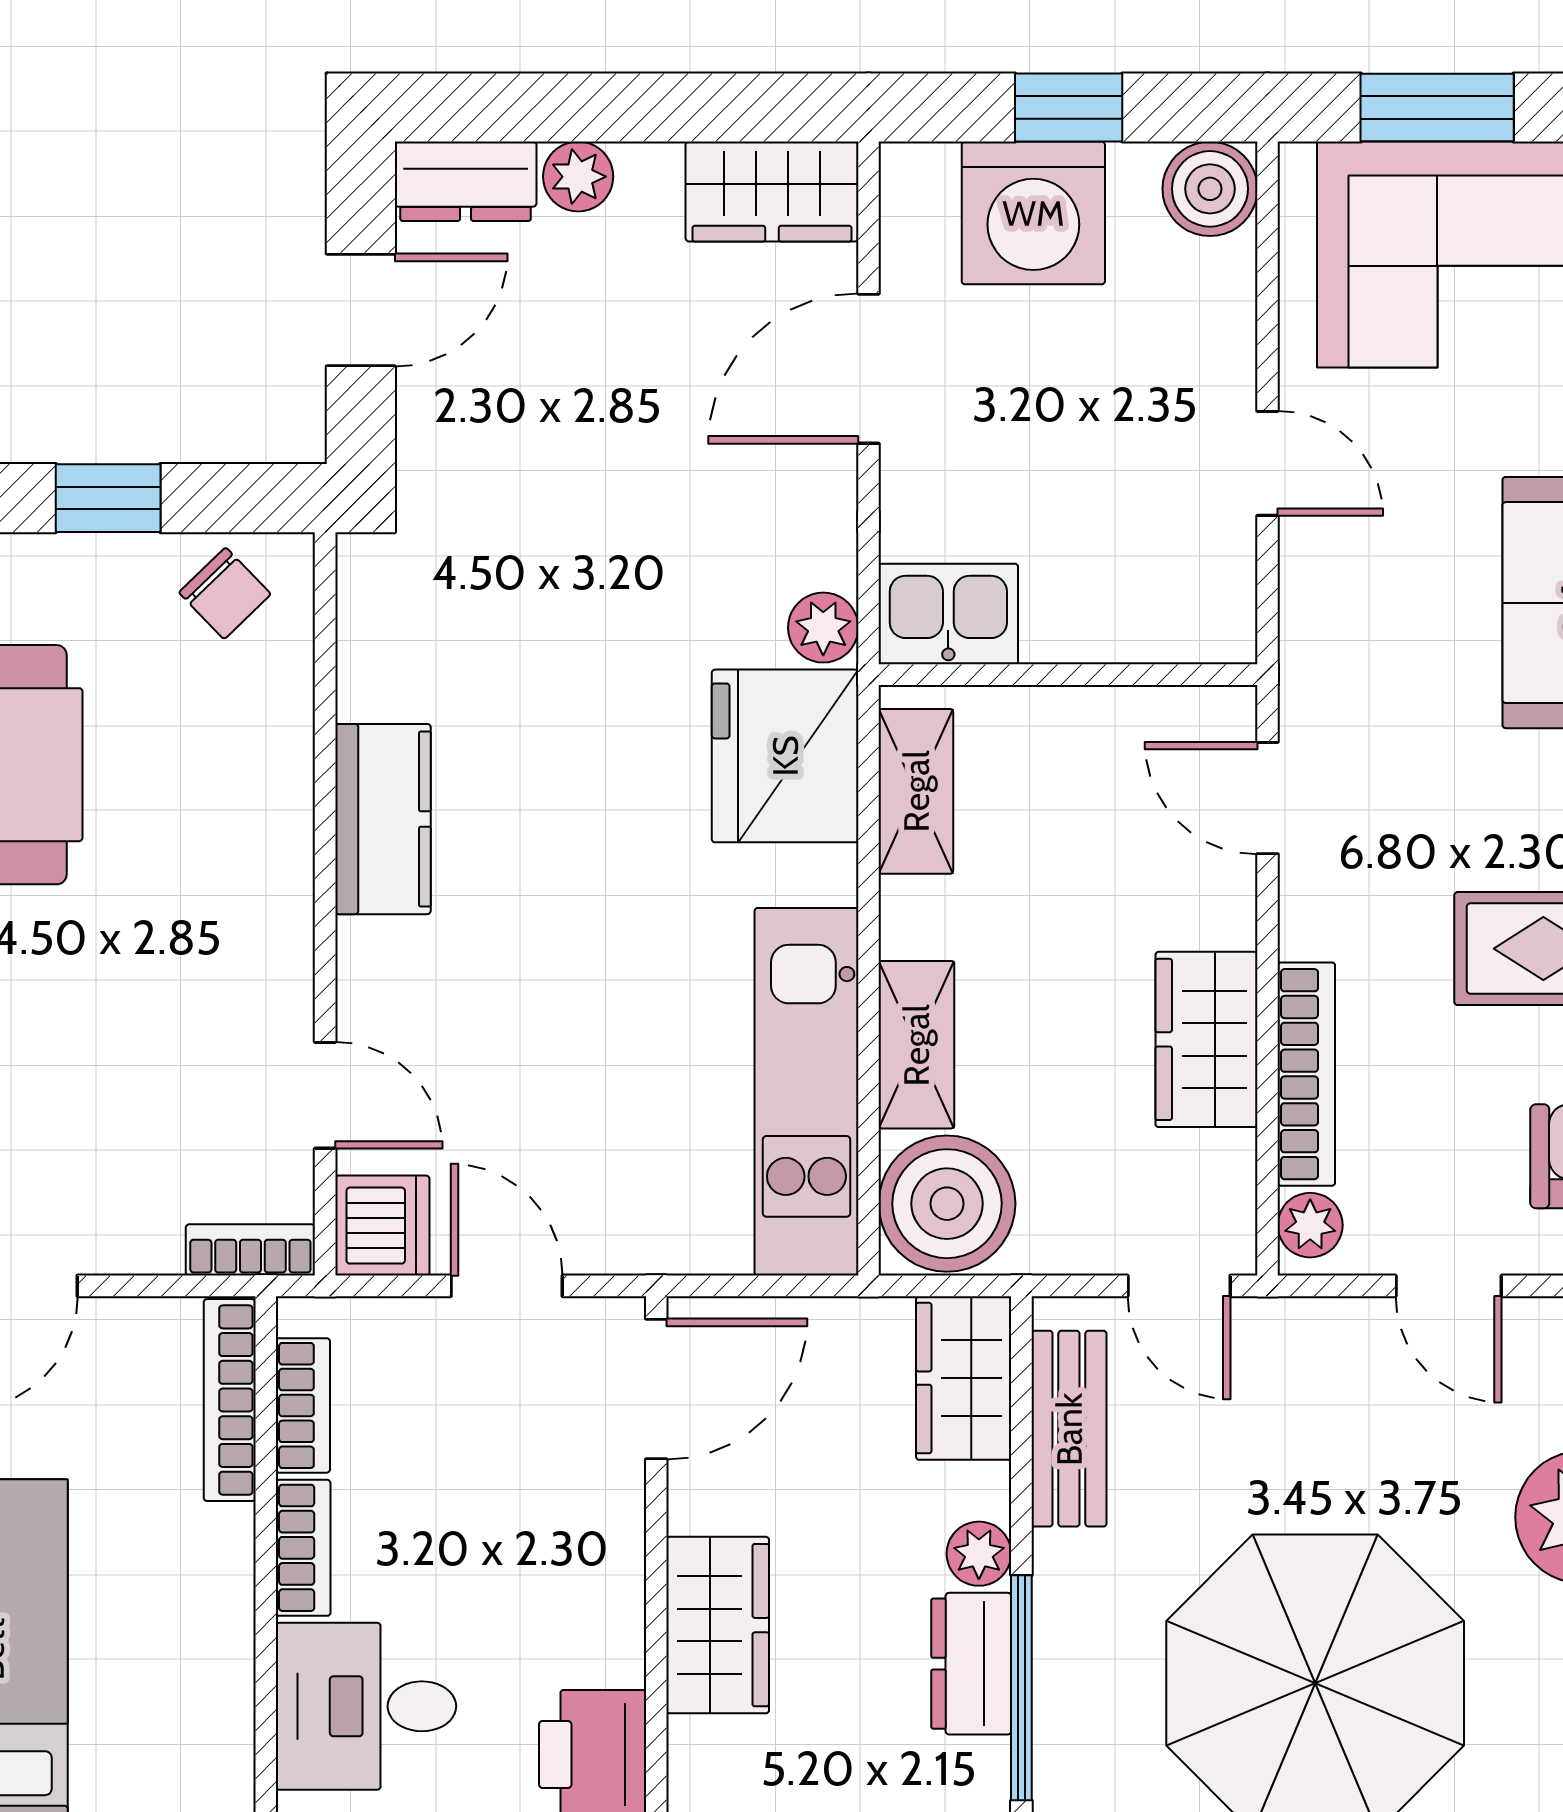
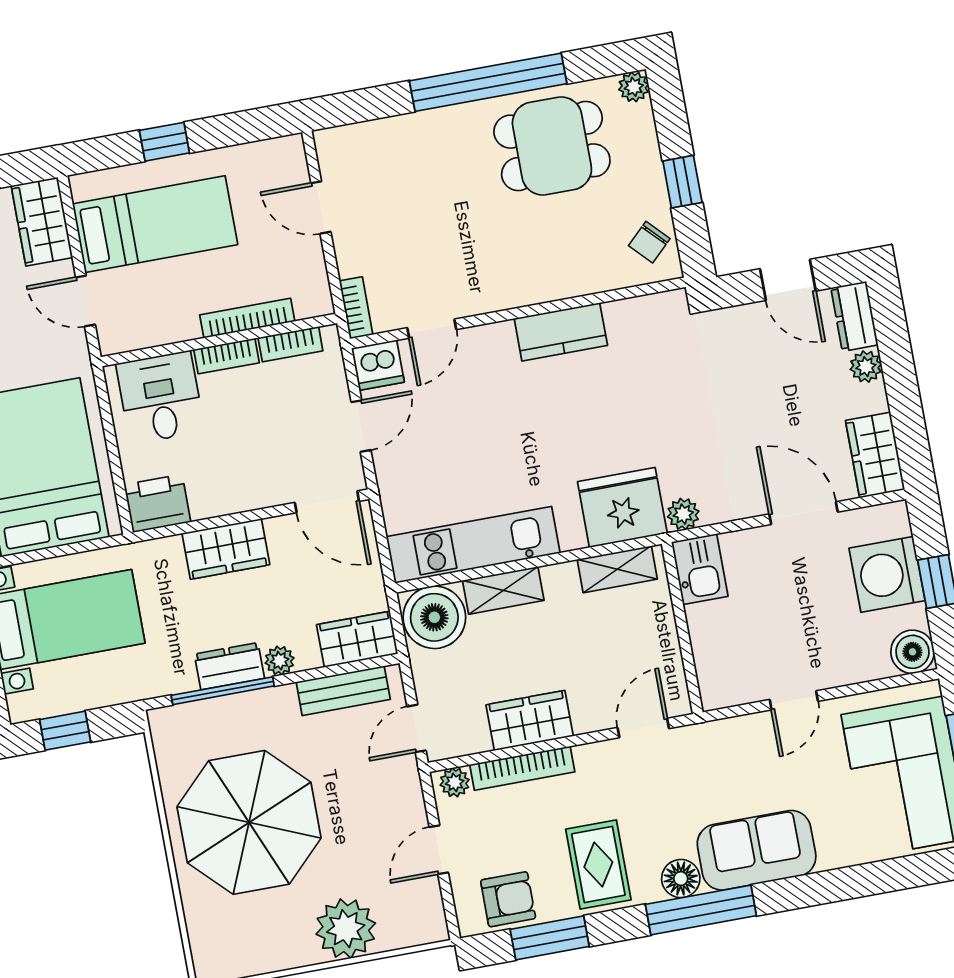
bookcase: (230, 1400) -> (247, 318), moved

